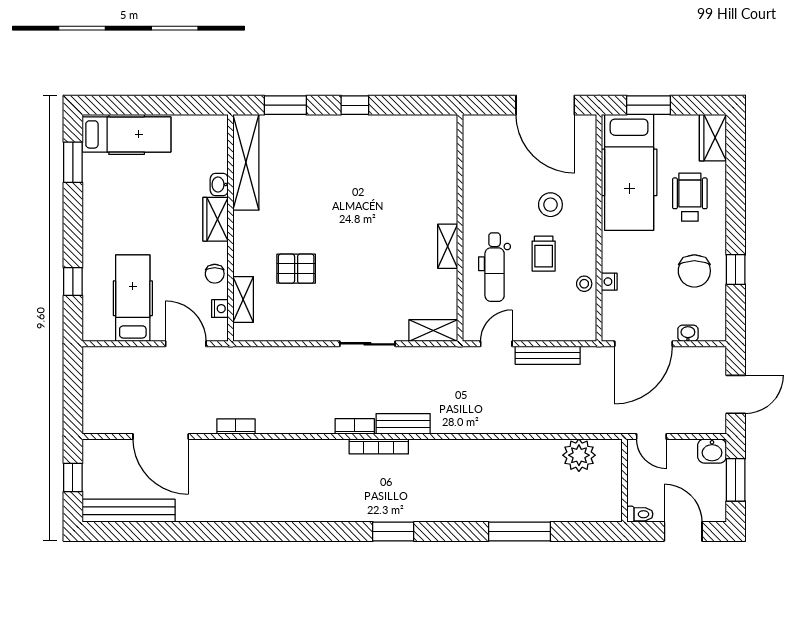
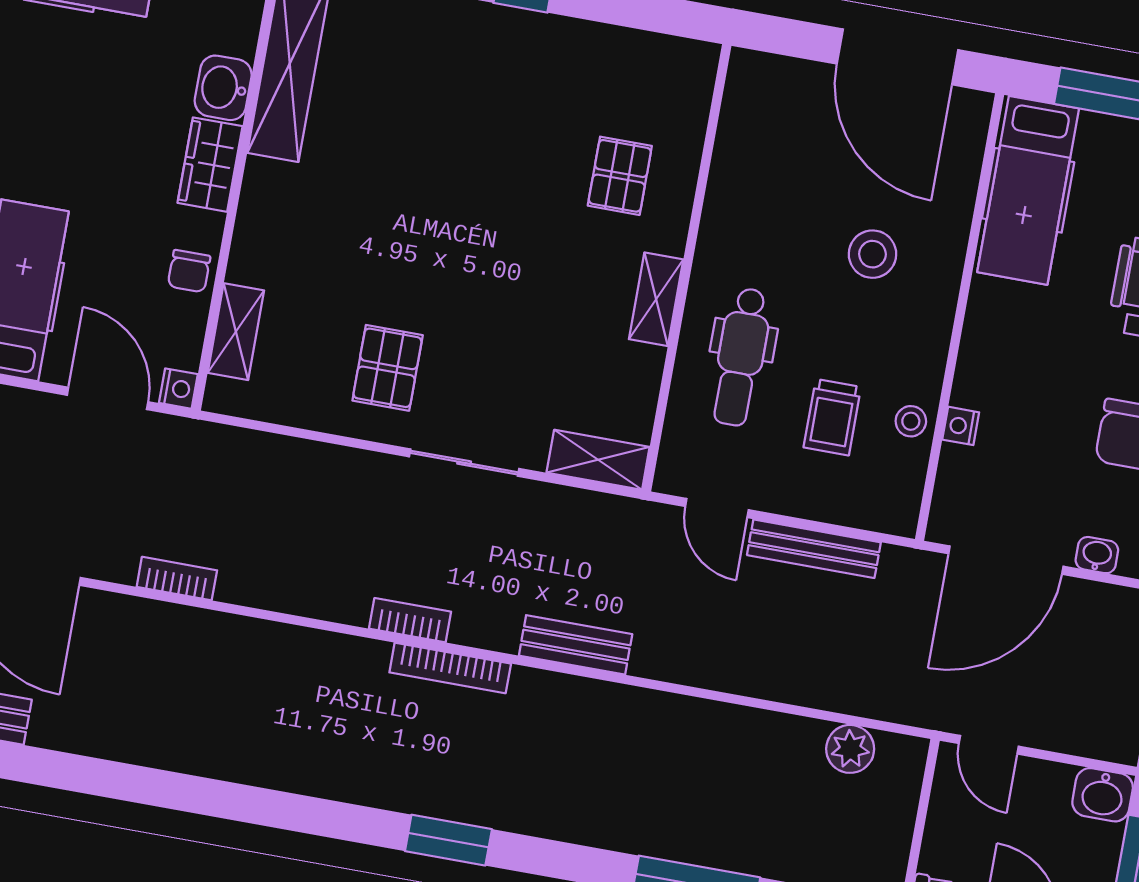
hospital bed: (629, 172) -> (1028, 190), width x0.73, depth x0.78
washbasin: (219, 184) -> (223, 88), width x1.38, depth x1.45
pallet: (419, 188) -> (620, 176), added
trolley: (544, 254) -> (832, 417), moved
pallet: (296, 269) -> (388, 368), moved, turned 90
nightstand: (220, 309) -> (178, 389), moved
door: (496, 344) -> (717, 508), swing flipped
bench: (403, 424) -> (576, 645), moved
plant: (579, 455) -> (850, 749), width x0.73, depth x0.73

